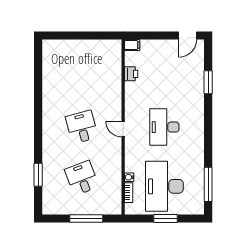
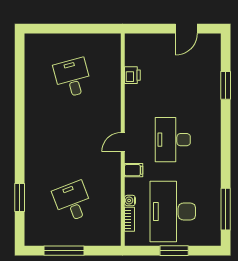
door: (188, 35) -> (186, 29), moved
filing cabinet: (132, 45) -> (134, 170), moved
desk: (82, 127) -> (73, 78), moved
door: (123, 129) -> (123, 142), hinge flipped
window: (86, 219) -> (64, 251), moved

